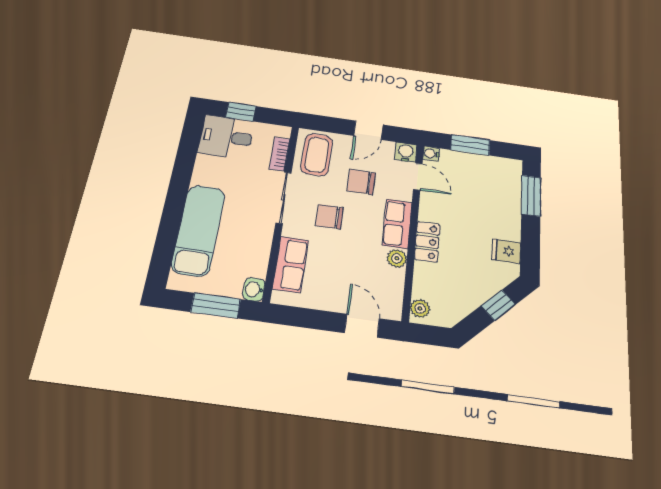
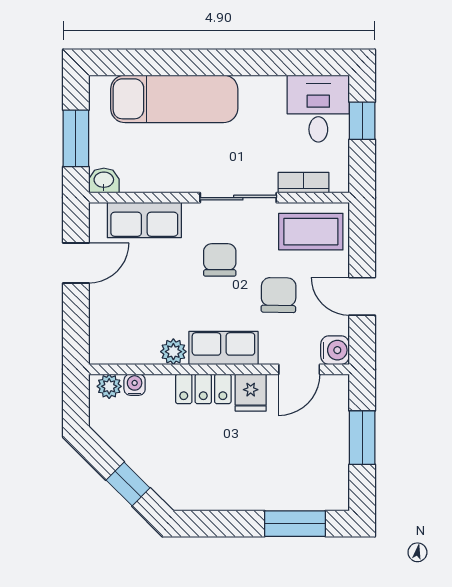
water cooler: (431, 154) -> (135, 385), moved
fridge: (506, 251) -> (251, 393), moved, turned 180
door: (362, 326) -> (76, 263), moved

